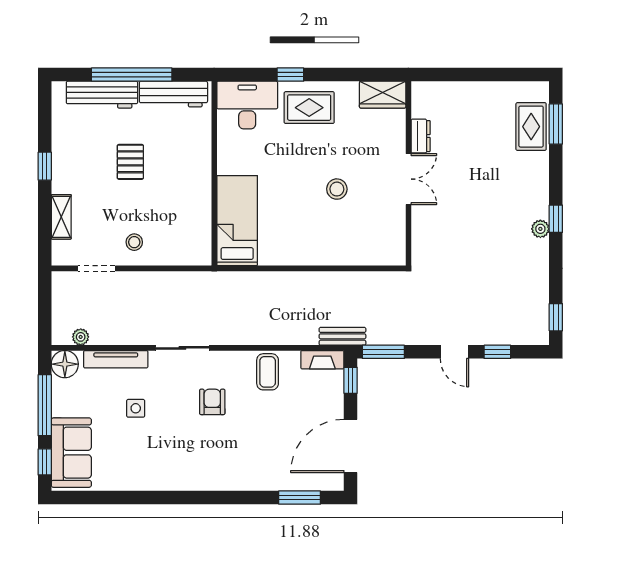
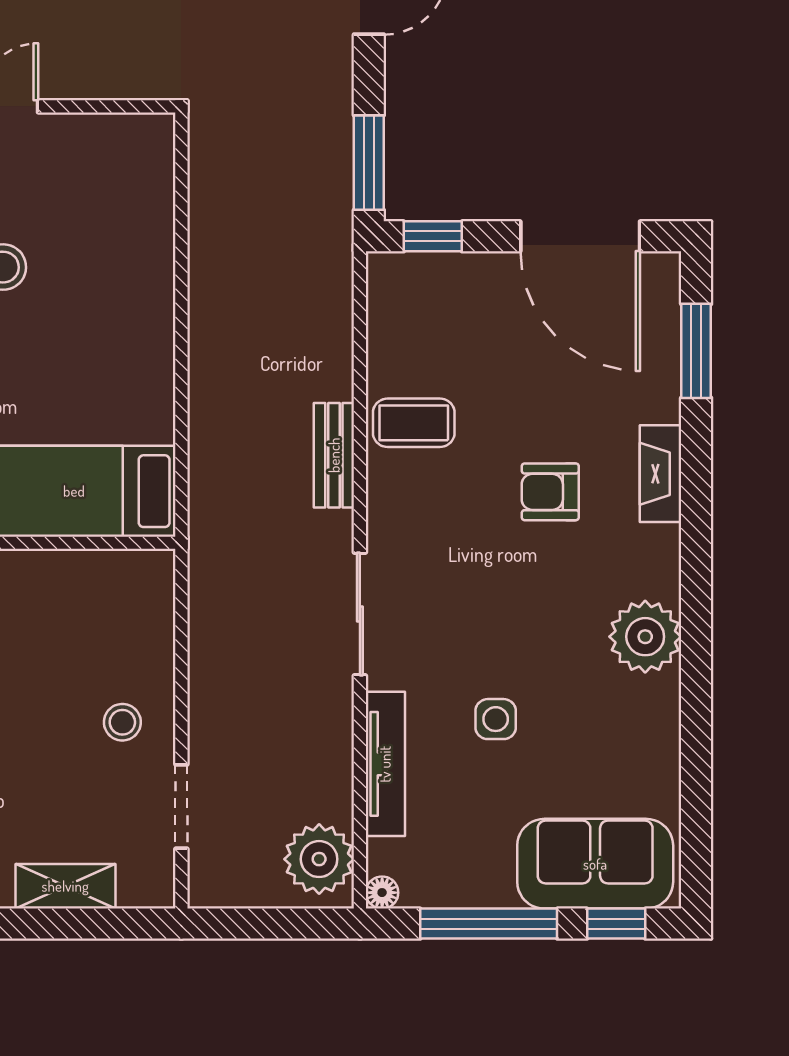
bench: (342, 336) -> (334, 455), moved
plant: (81, 337) -> (319, 859), width x1.88, depth x1.88
fireplace: (322, 360) -> (660, 474), moved, turned 180
floor lamp: (65, 364) -> (382, 893), width x0.53, depth x0.53
armchair: (212, 402) -> (550, 492), moved
plant: (172, 475) -> (645, 637), added

